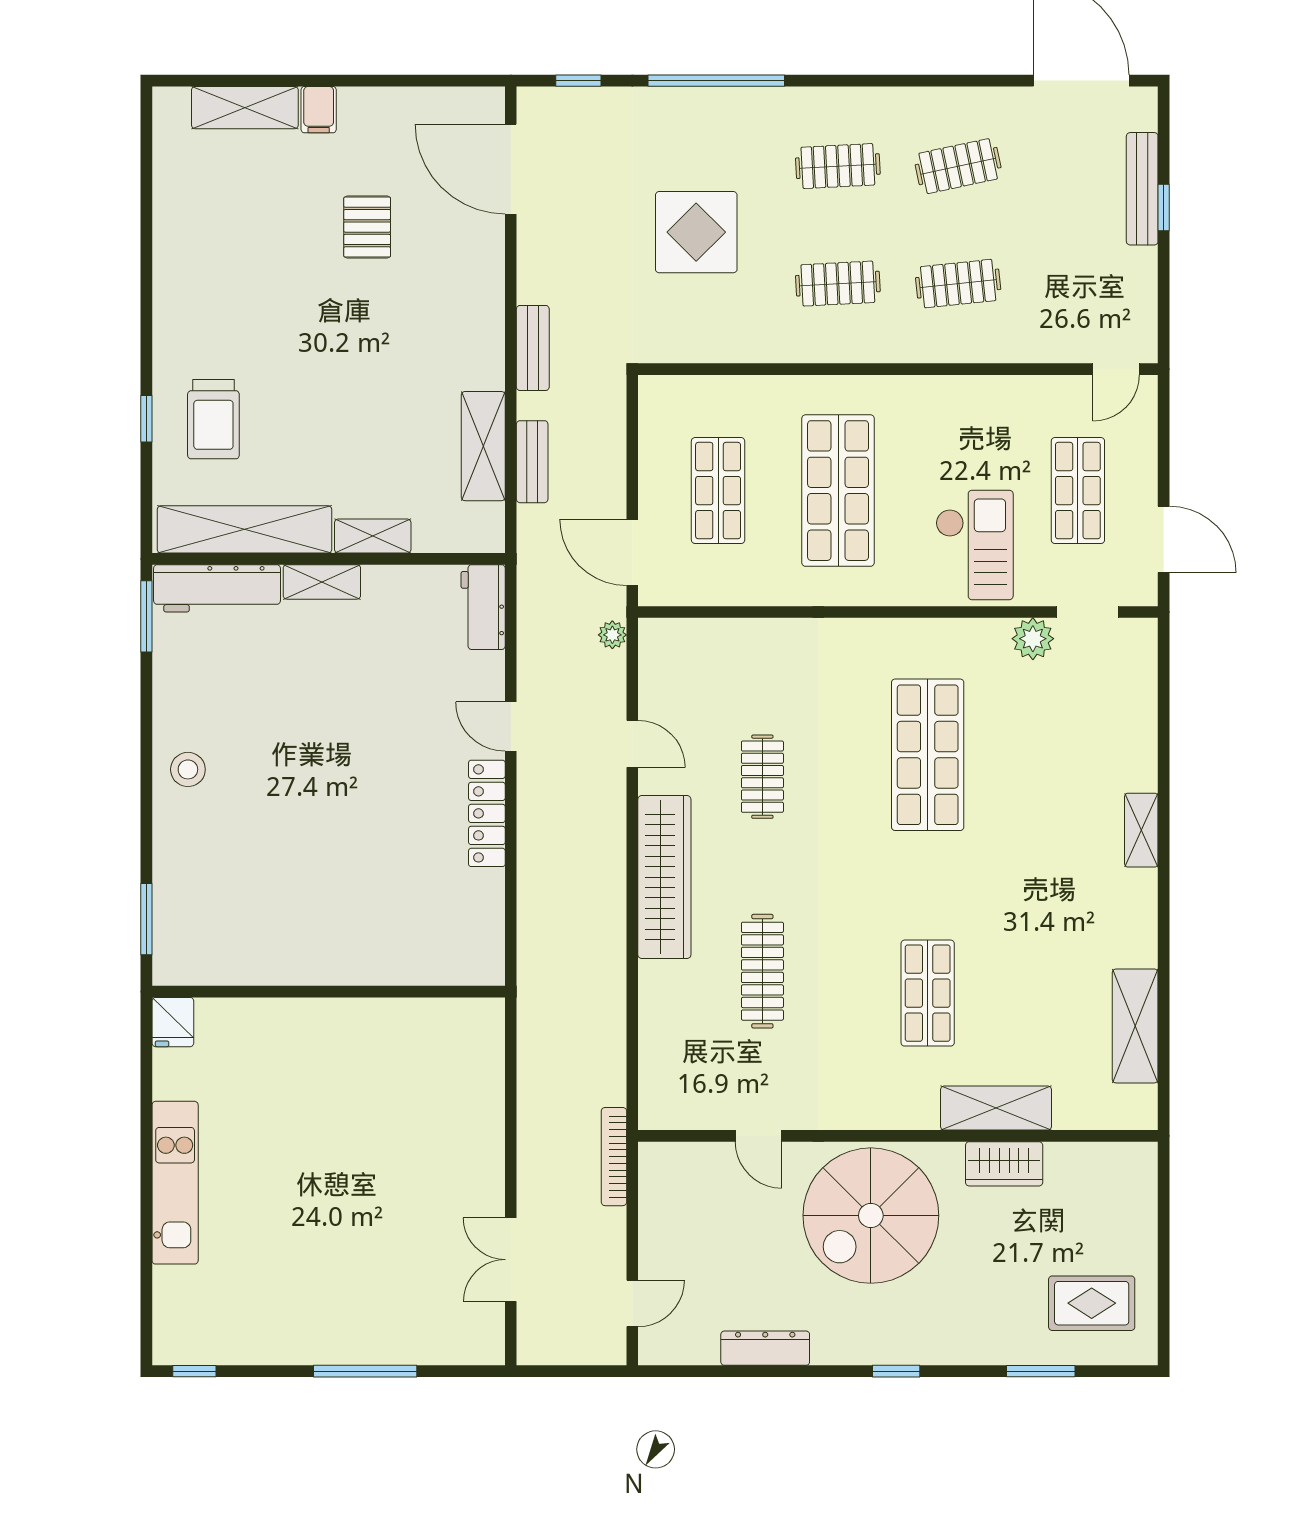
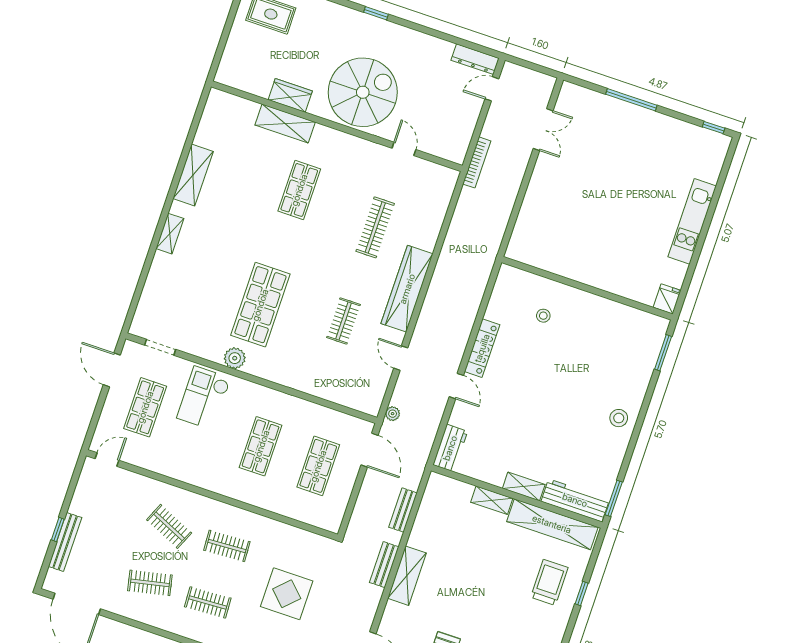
clothes rail: (958, 284) -> (169, 526), turned 30
shelving: (483, 446) -> (407, 576), moved
shop shelf: (838, 491) -> (261, 446), width x0.70, depth x0.74
plant: (1033, 639) -> (235, 358), moved
stool: (393, 913) -> (543, 316), added
shelving: (1135, 1026) -> (193, 175), moved
dresser: (765, 1348) -> (475, 59), moved

